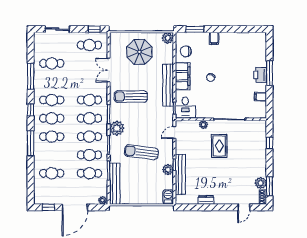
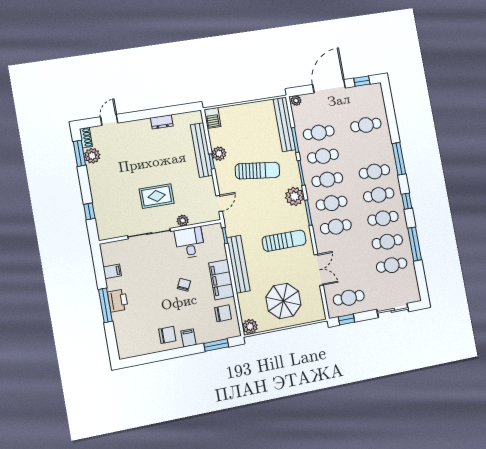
chair: (229, 43) -> (167, 335), added
cafe table: (52, 82) -> (387, 242), added
desk: (185, 108) -> (190, 243), moved
rug: (219, 146) -> (157, 196), turned 90

